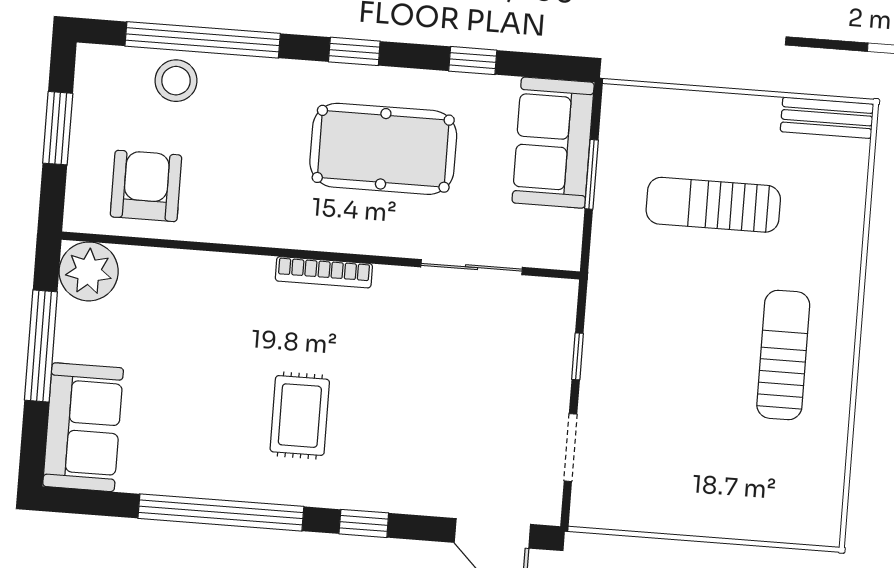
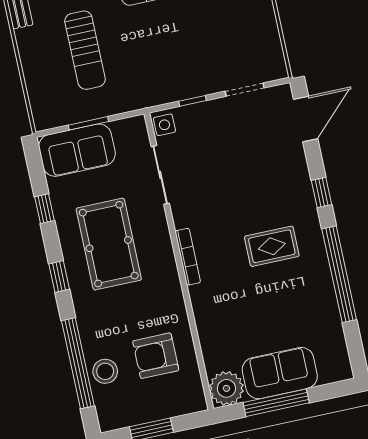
armchair: (146, 186) -> (156, 356), moved
side table: (552, 299) -> (164, 125), added
sofa: (83, 427) -> (280, 373), moved

